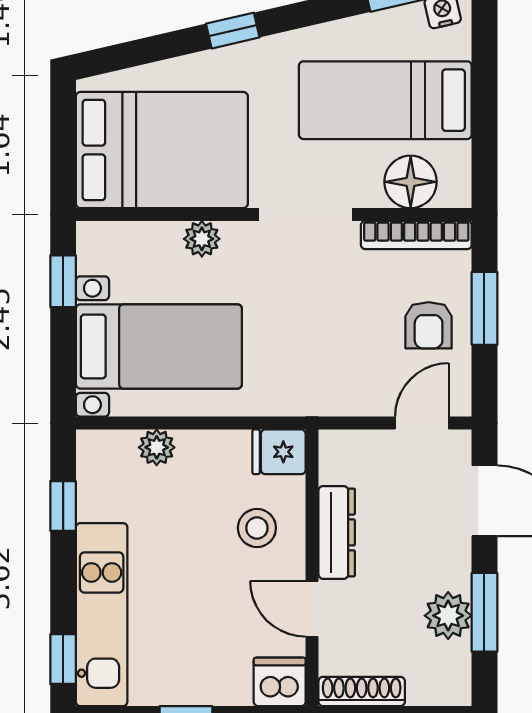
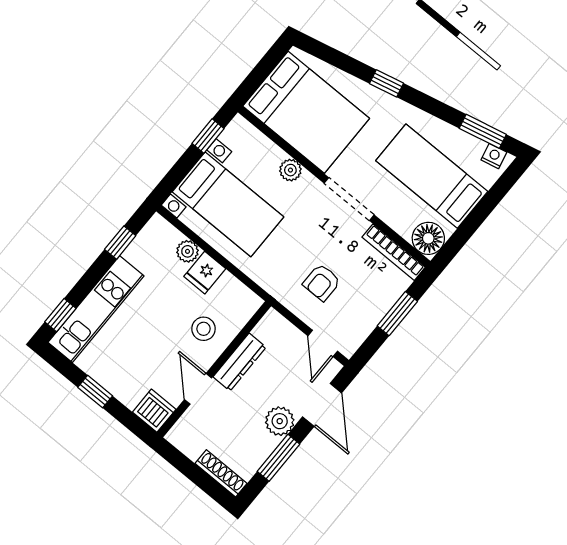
floor lamp: (411, 182) -> (428, 238), moved
armchair: (429, 325) -> (322, 282), moved
door: (422, 423) -> (323, 343), swing flipped
fridge: (279, 452) -> (205, 273), moved, turned -90
plant: (448, 616) -> (280, 421), moved
shoe rack: (362, 691) -> (221, 473), moved

